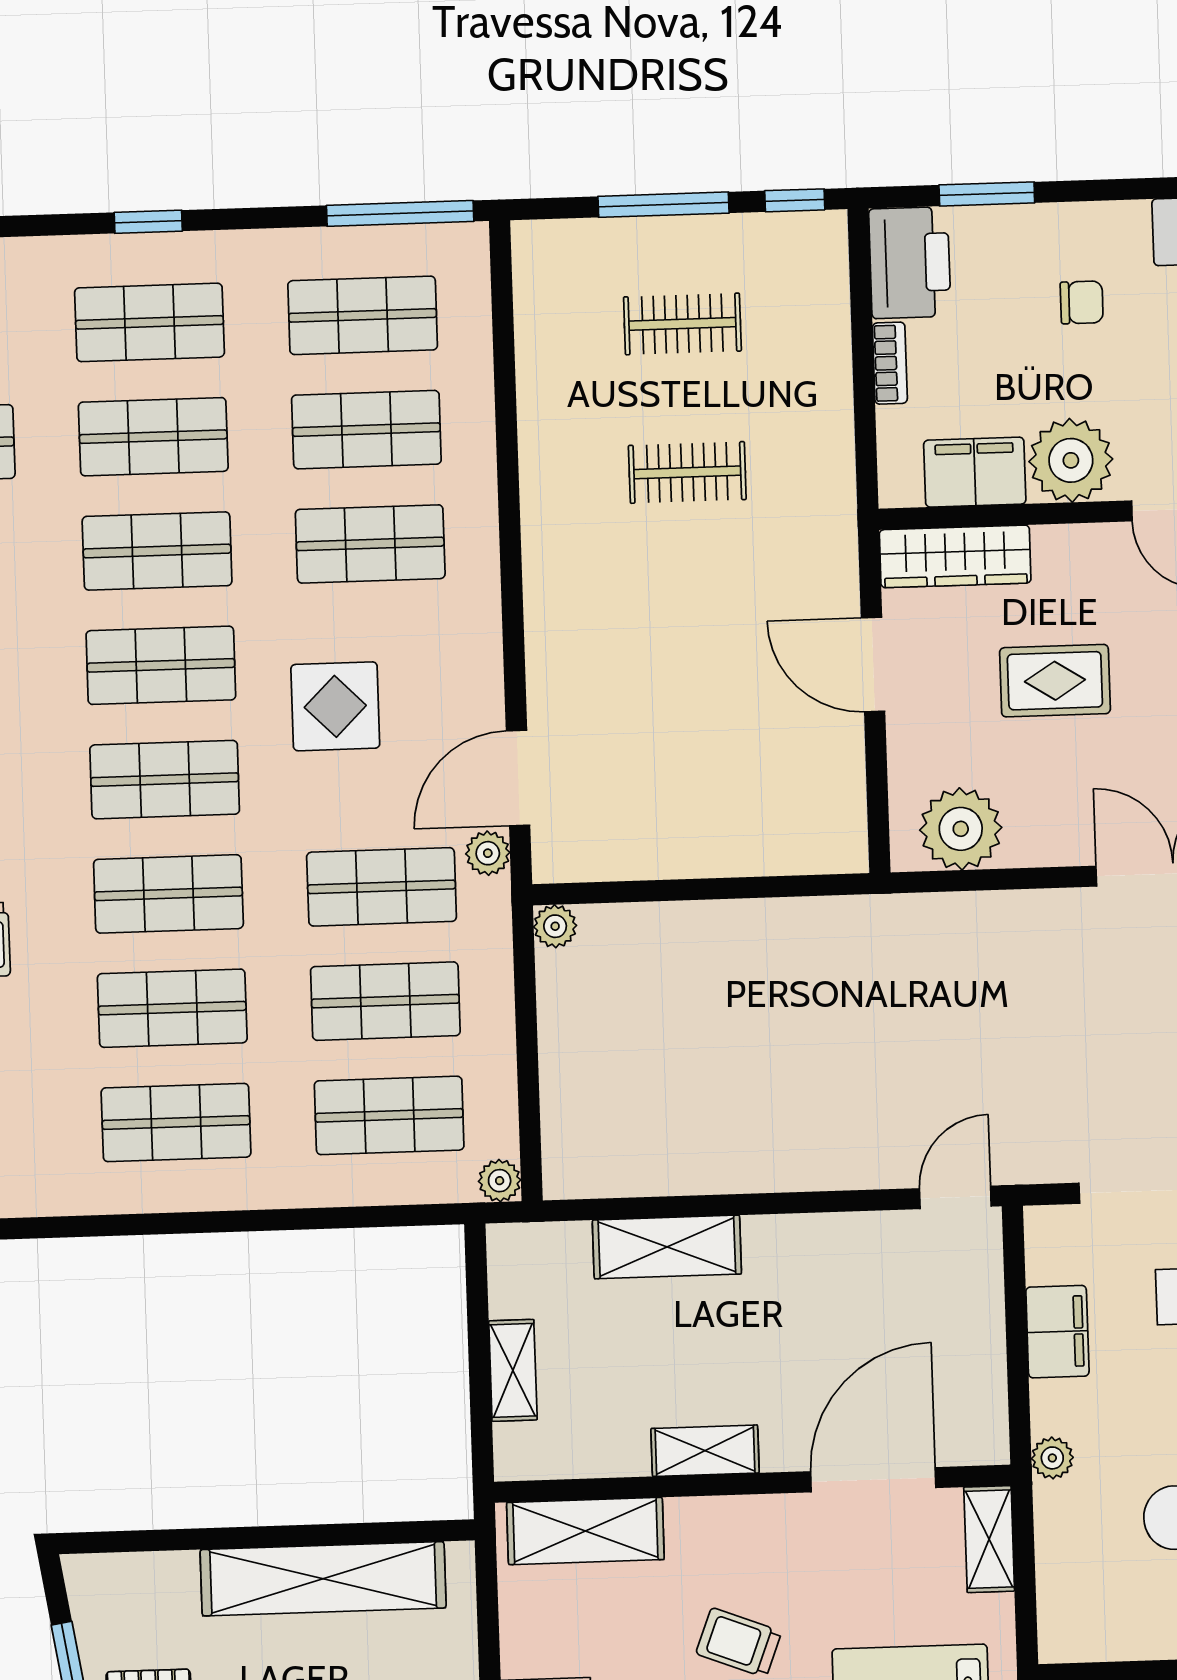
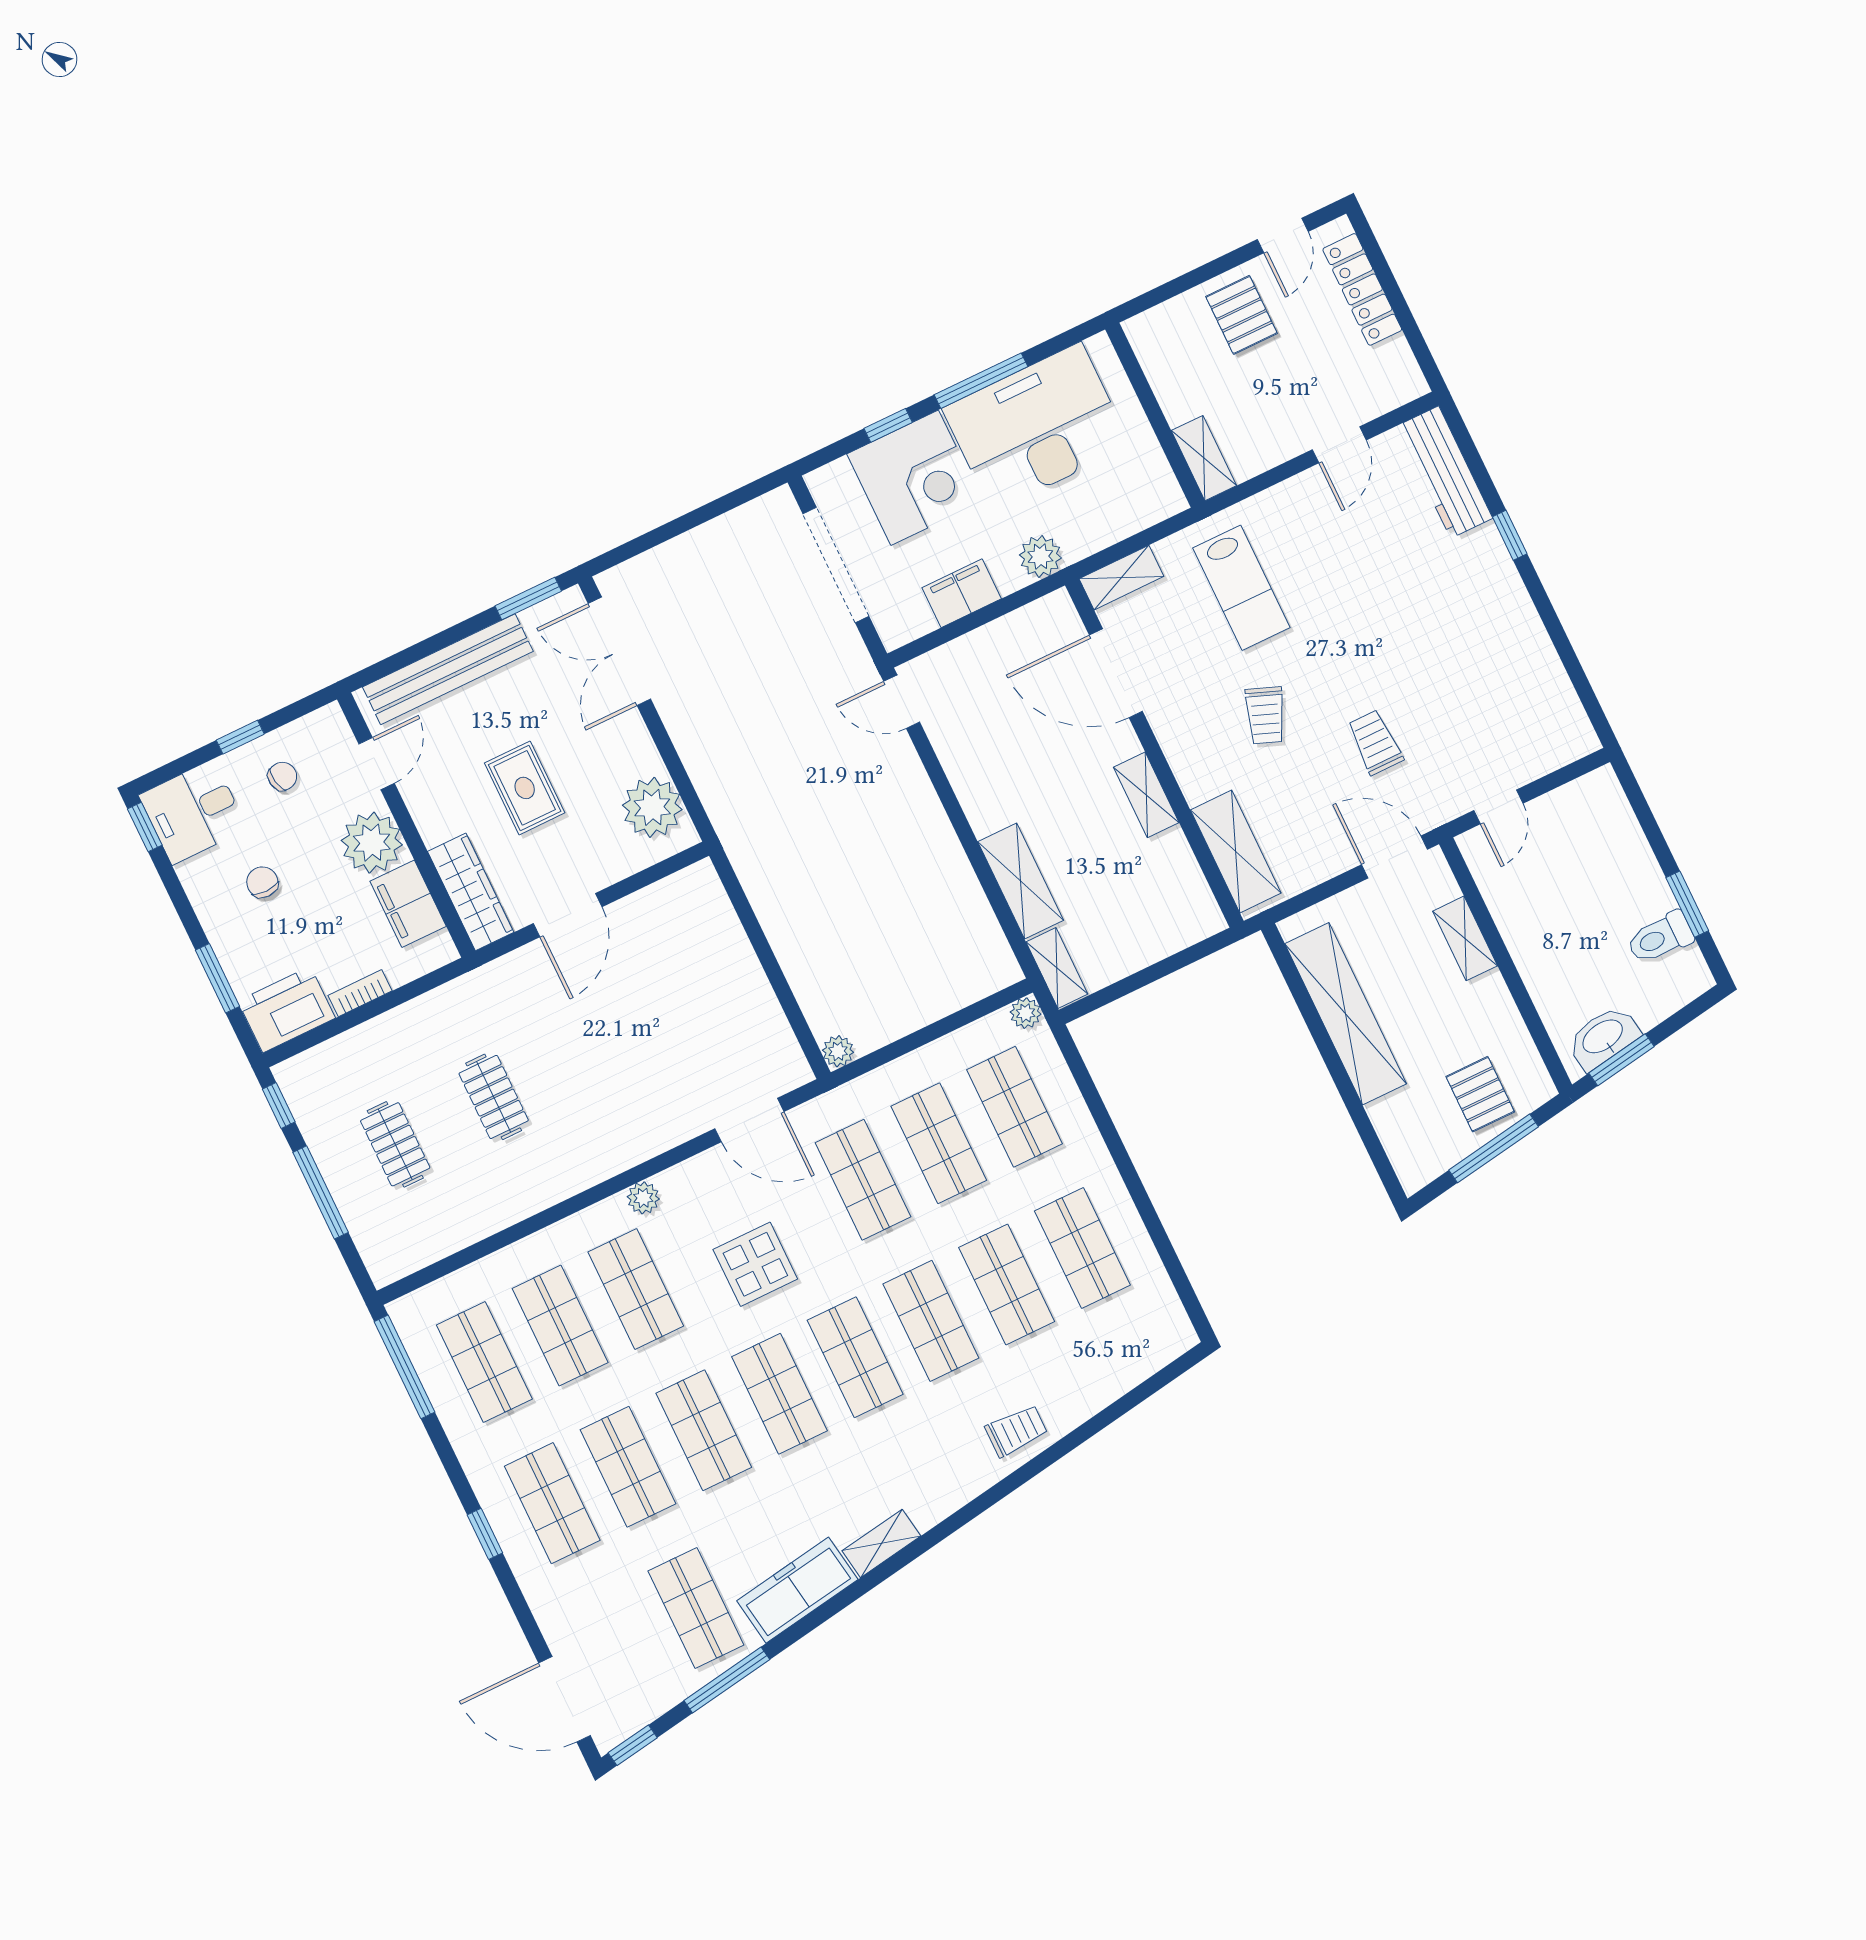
plant: (488, 853) -> (643, 1198), moved
shelving: (513, 1370) -> (1057, 968), moved, turned 90
plant: (1052, 1458) -> (1040, 556), width x1.38, depth x1.38

